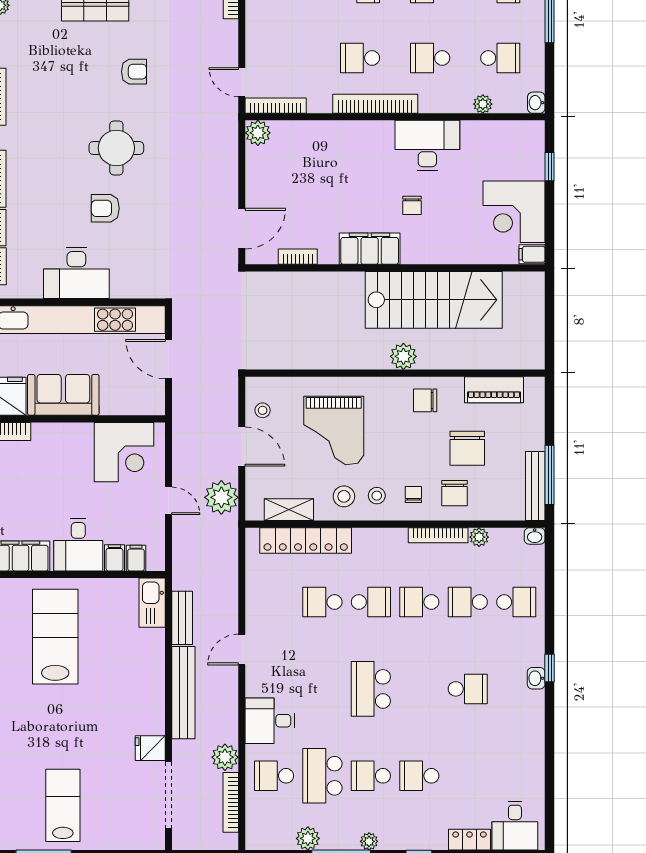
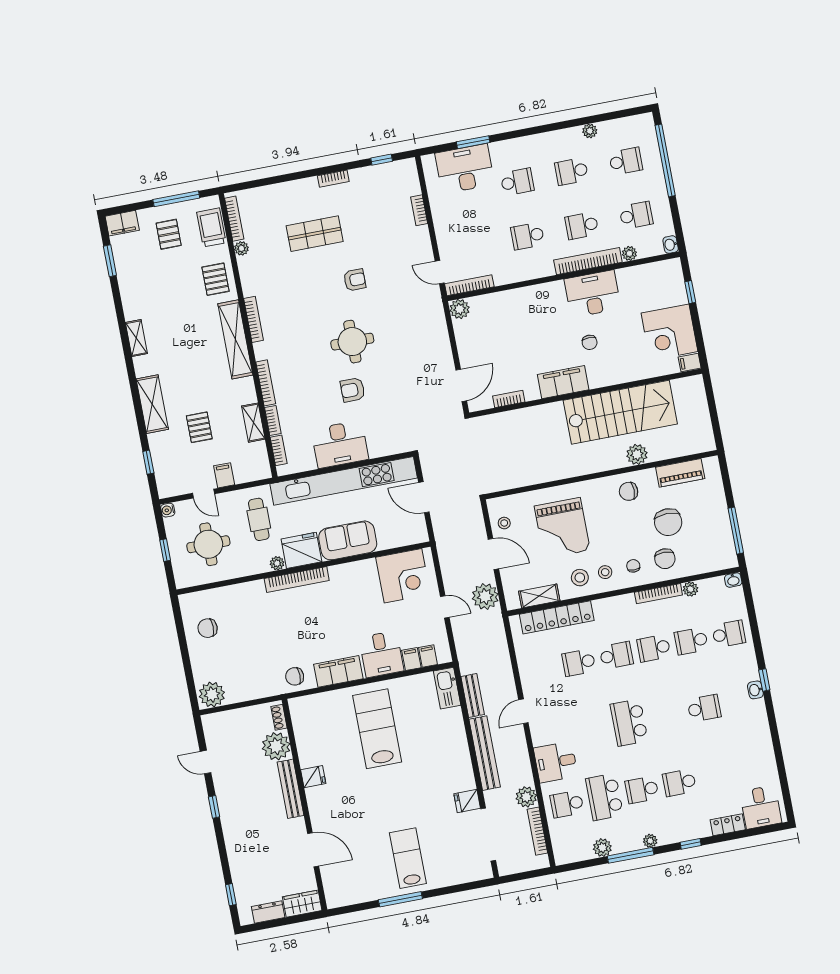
bookcase: (375, 104) -> (588, 261), moved
plant: (403, 356) -> (637, 454), moved
bench: (535, 486) -> (726, 541), removed

